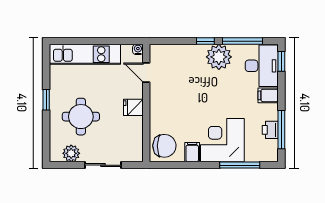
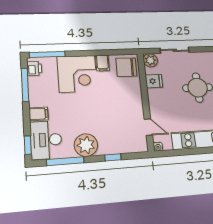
window: (205, 41) -> (113, 157), moved
fridge: (133, 107) -> (154, 81), moved
printer: (270, 130) -> (34, 68), moved
plant: (71, 153) -> (150, 60), moved
window: (240, 165) -> (47, 54), moved

